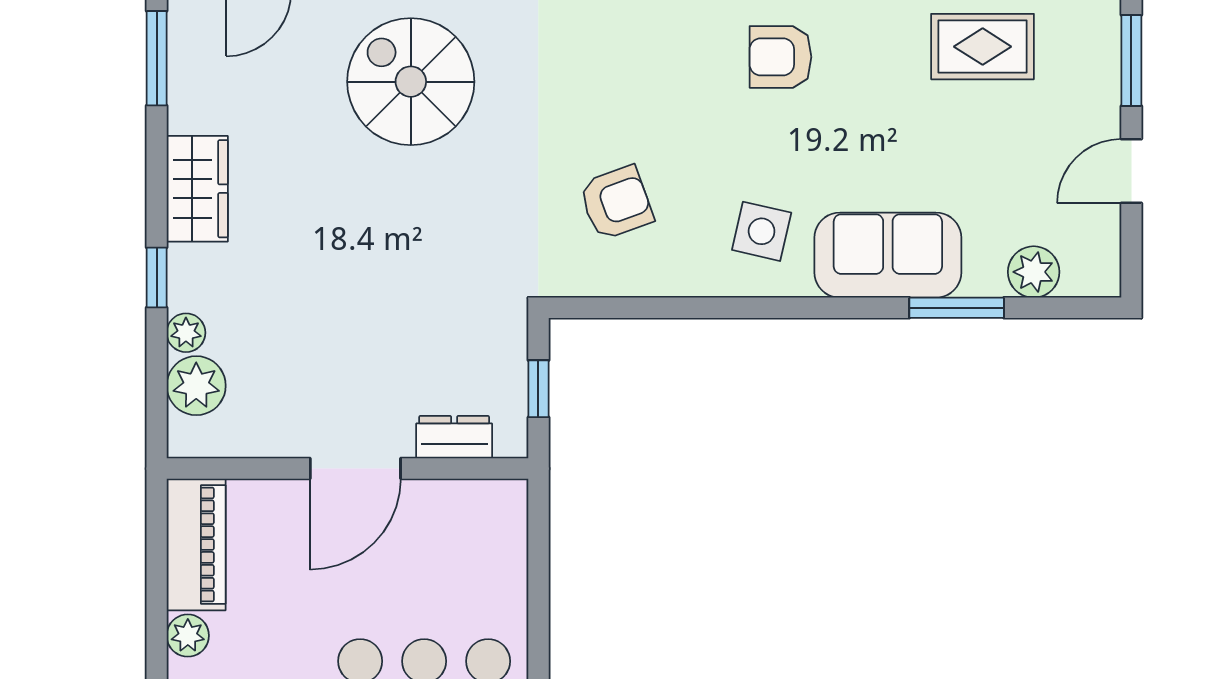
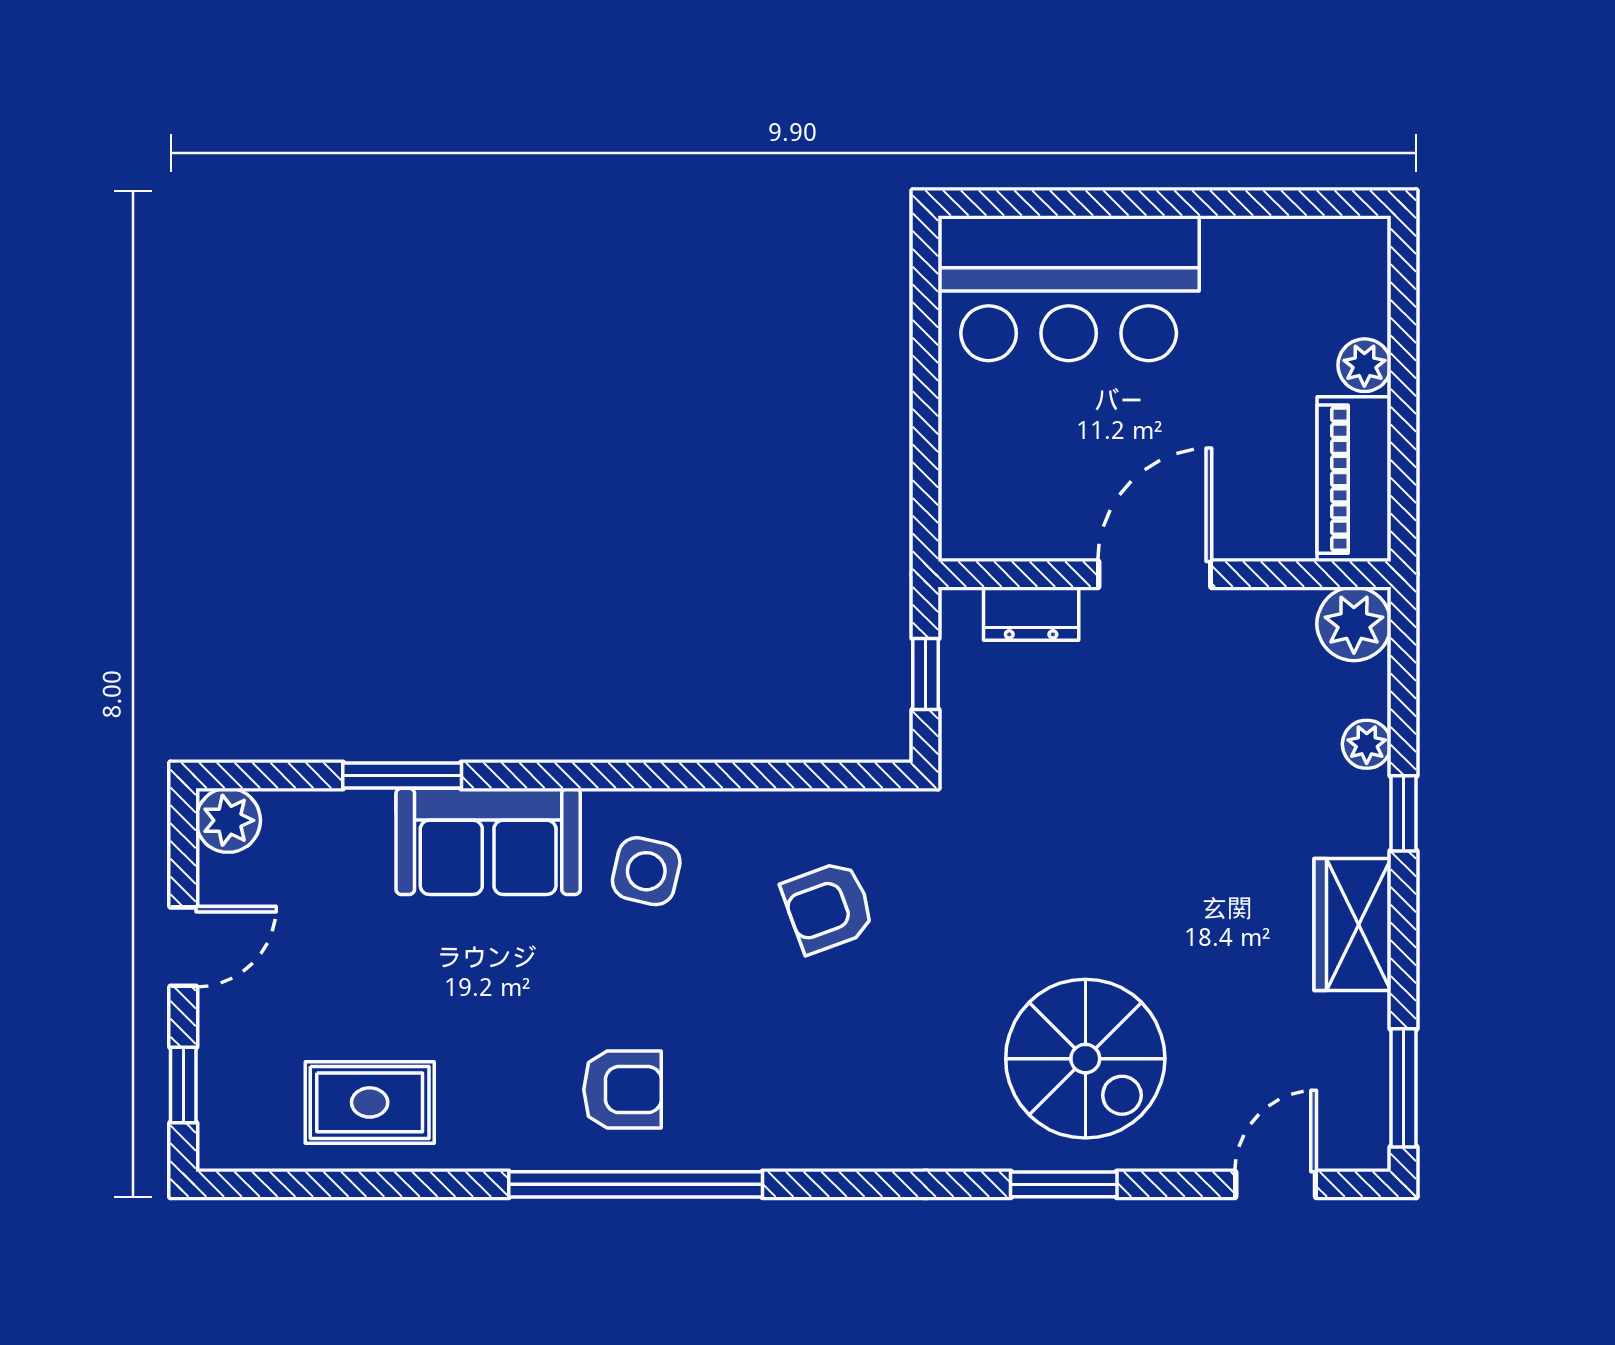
window: (1131, 60) -> (183, 1085), width x0.67
plant: (1034, 272) -> (228, 820), moved
plant: (196, 386) -> (1354, 624), moved

